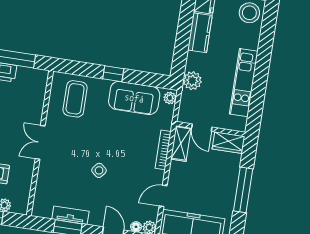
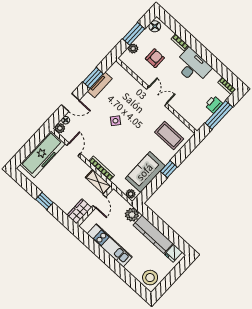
kitchen counter: (200, 33) -> (153, 234), width x1.50
door: (202, 128) -> (99, 201), swing flipped
window: (243, 190) -> (44, 201), width x0.46

